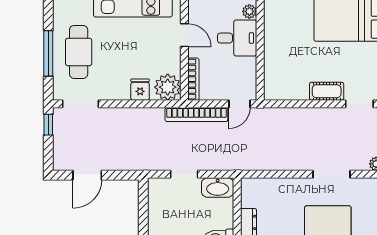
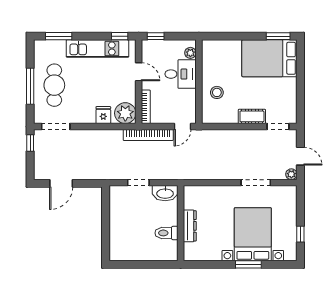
stool: (283, 61) -> (217, 92), added

